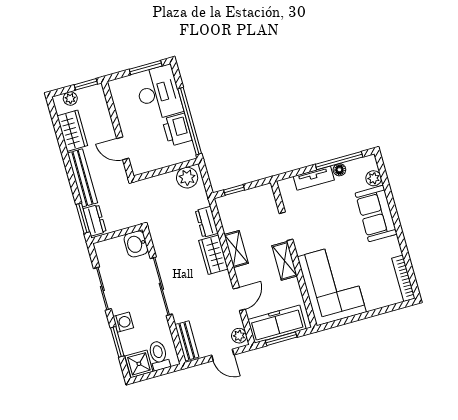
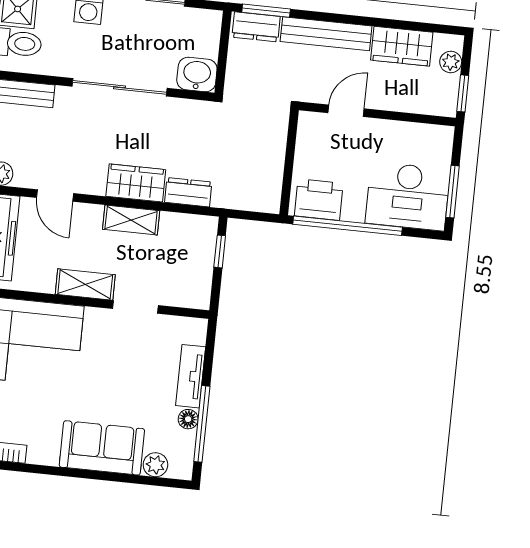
printer: (177, 130) -> (319, 200), moved
plant: (187, 178) -> (265, 189), removed

